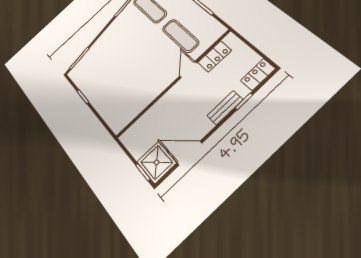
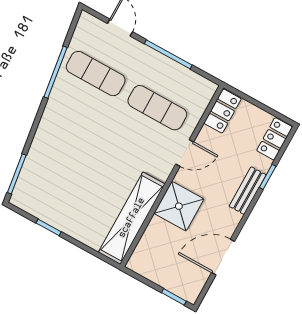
locker: (215, 56) -> (223, 111), moved
door: (188, 70) -> (185, 153), swing flipped
shelving: (136, 105) -> (132, 218), added
shower: (157, 162) -> (179, 206), moved

